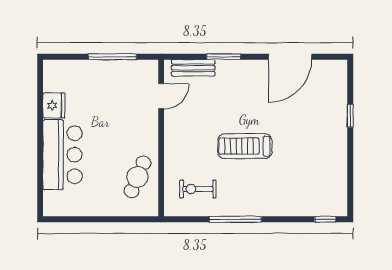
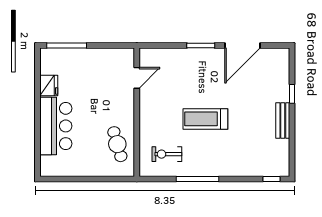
window: (112, 57) -> (67, 45), moved
window: (224, 57) -> (201, 45), moved
bench: (193, 68) -> (283, 121), moved, turned 90
cafe table: (137, 177) -> (117, 144), turned -39

